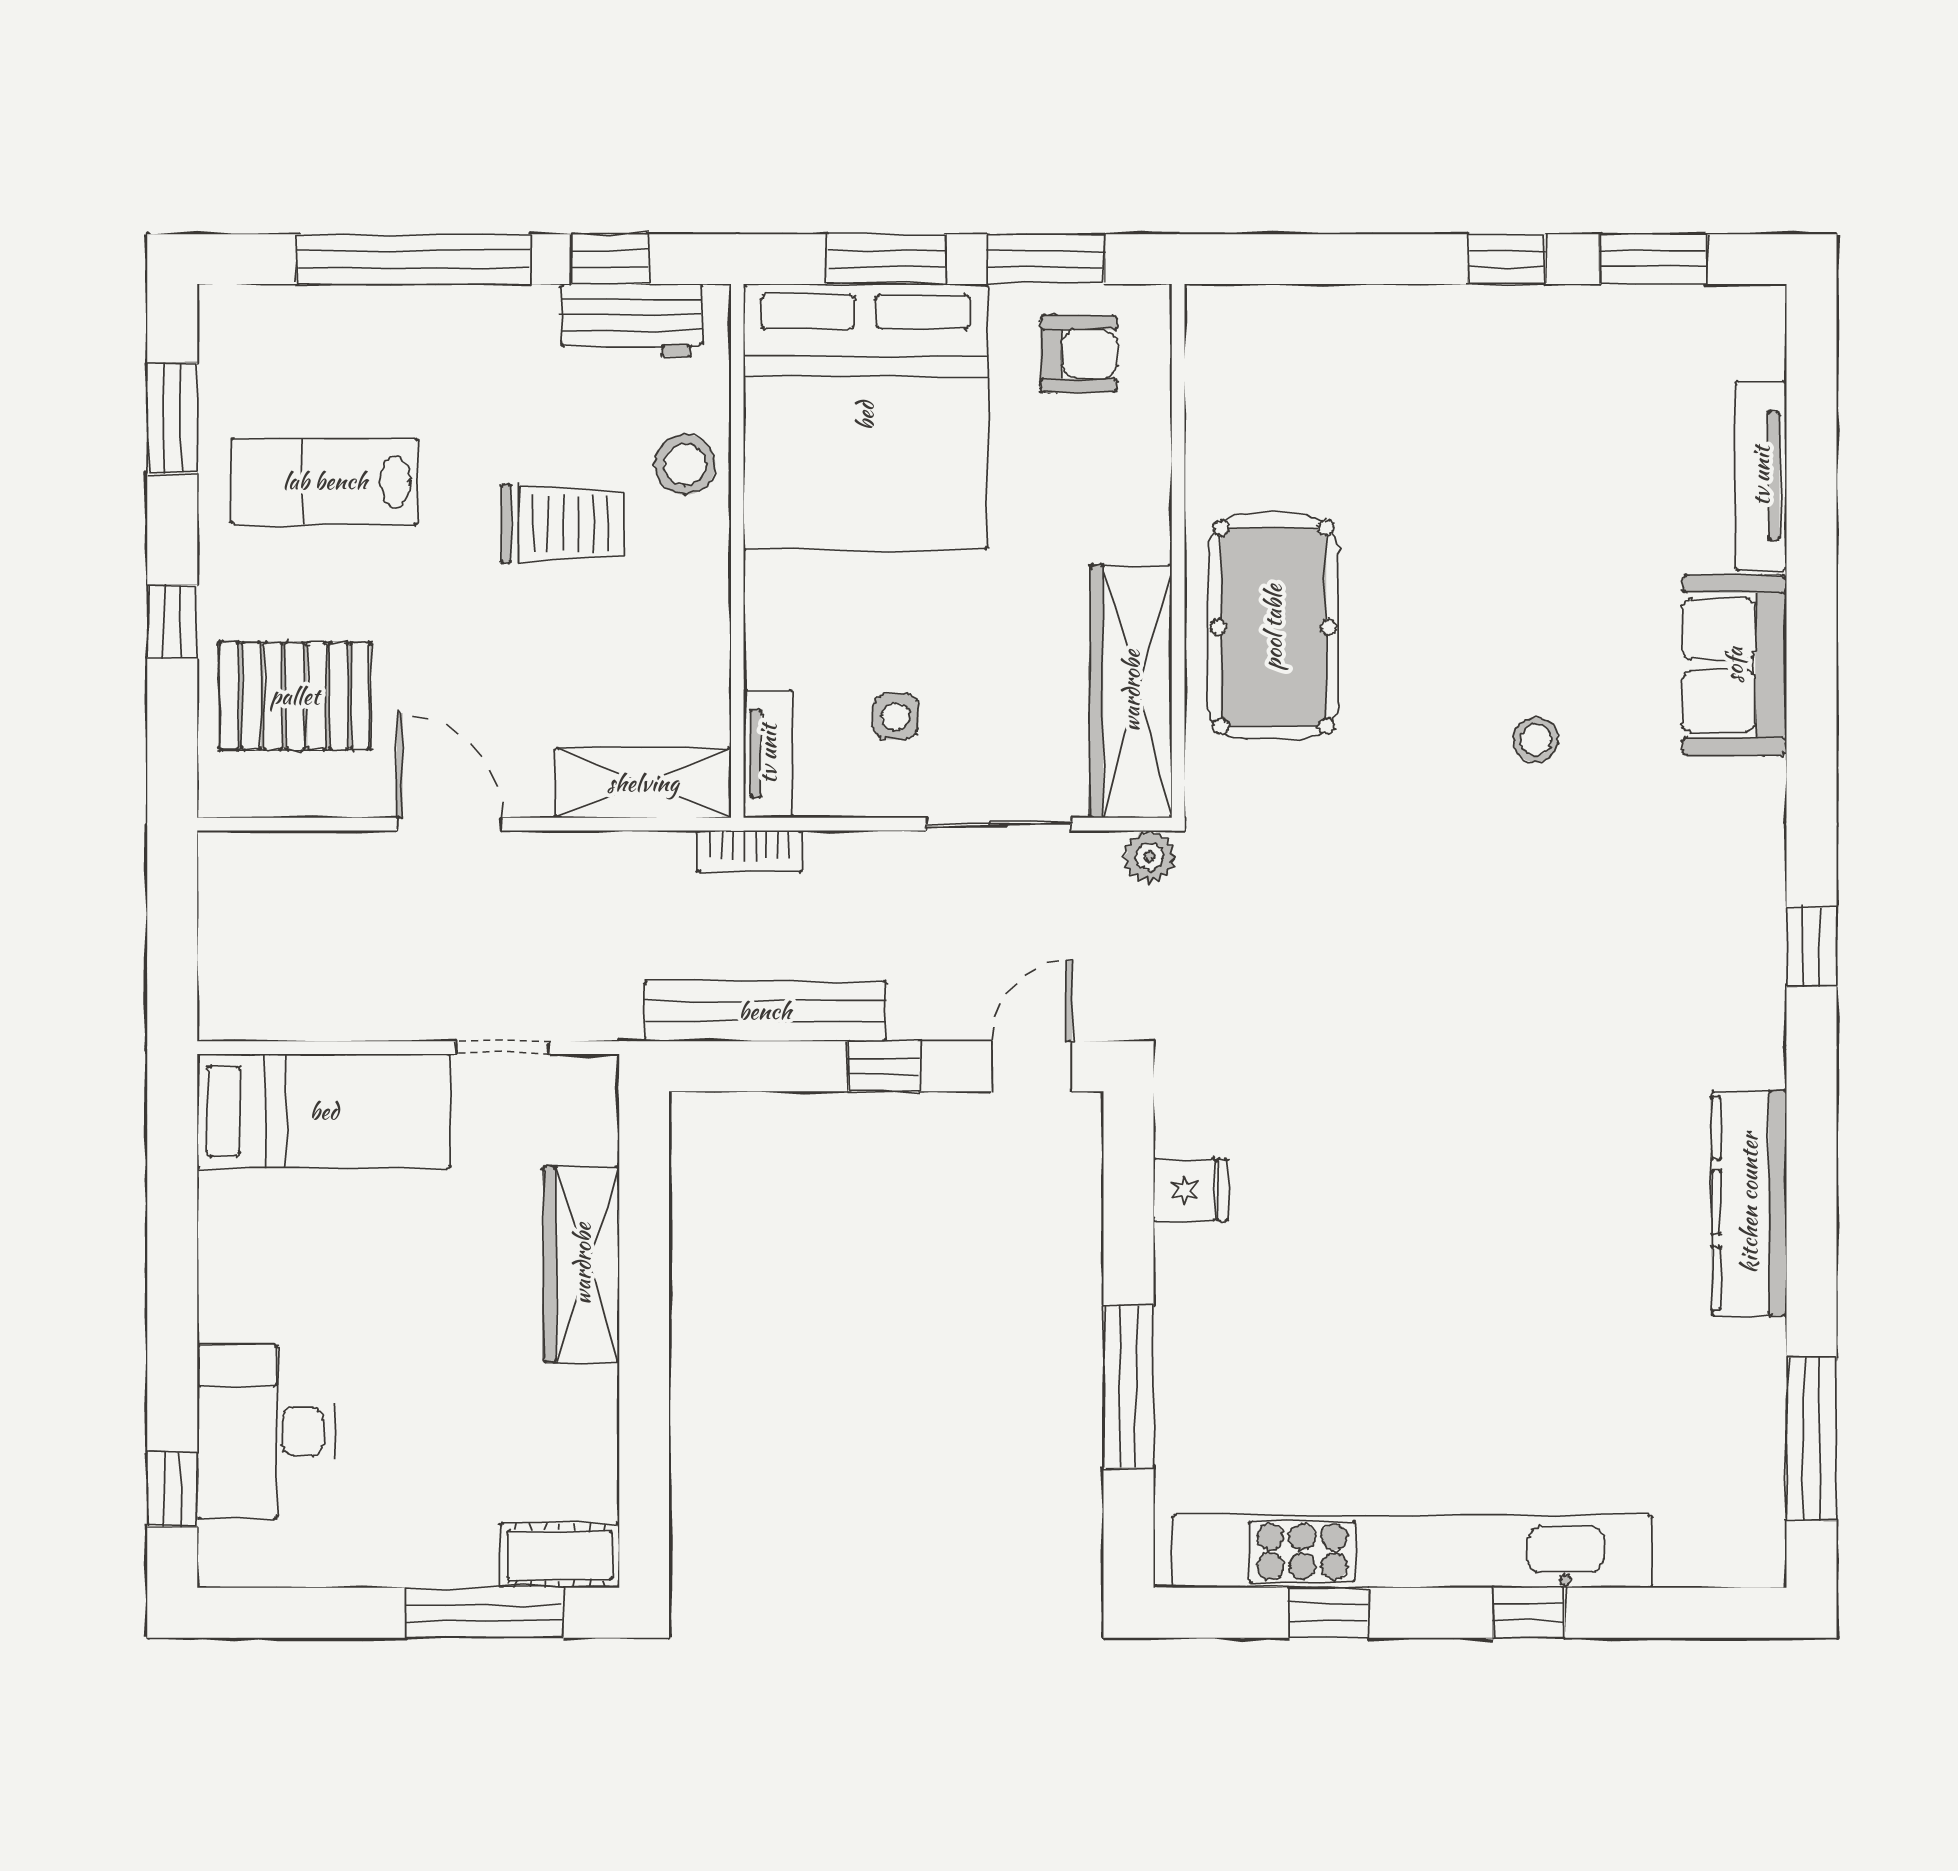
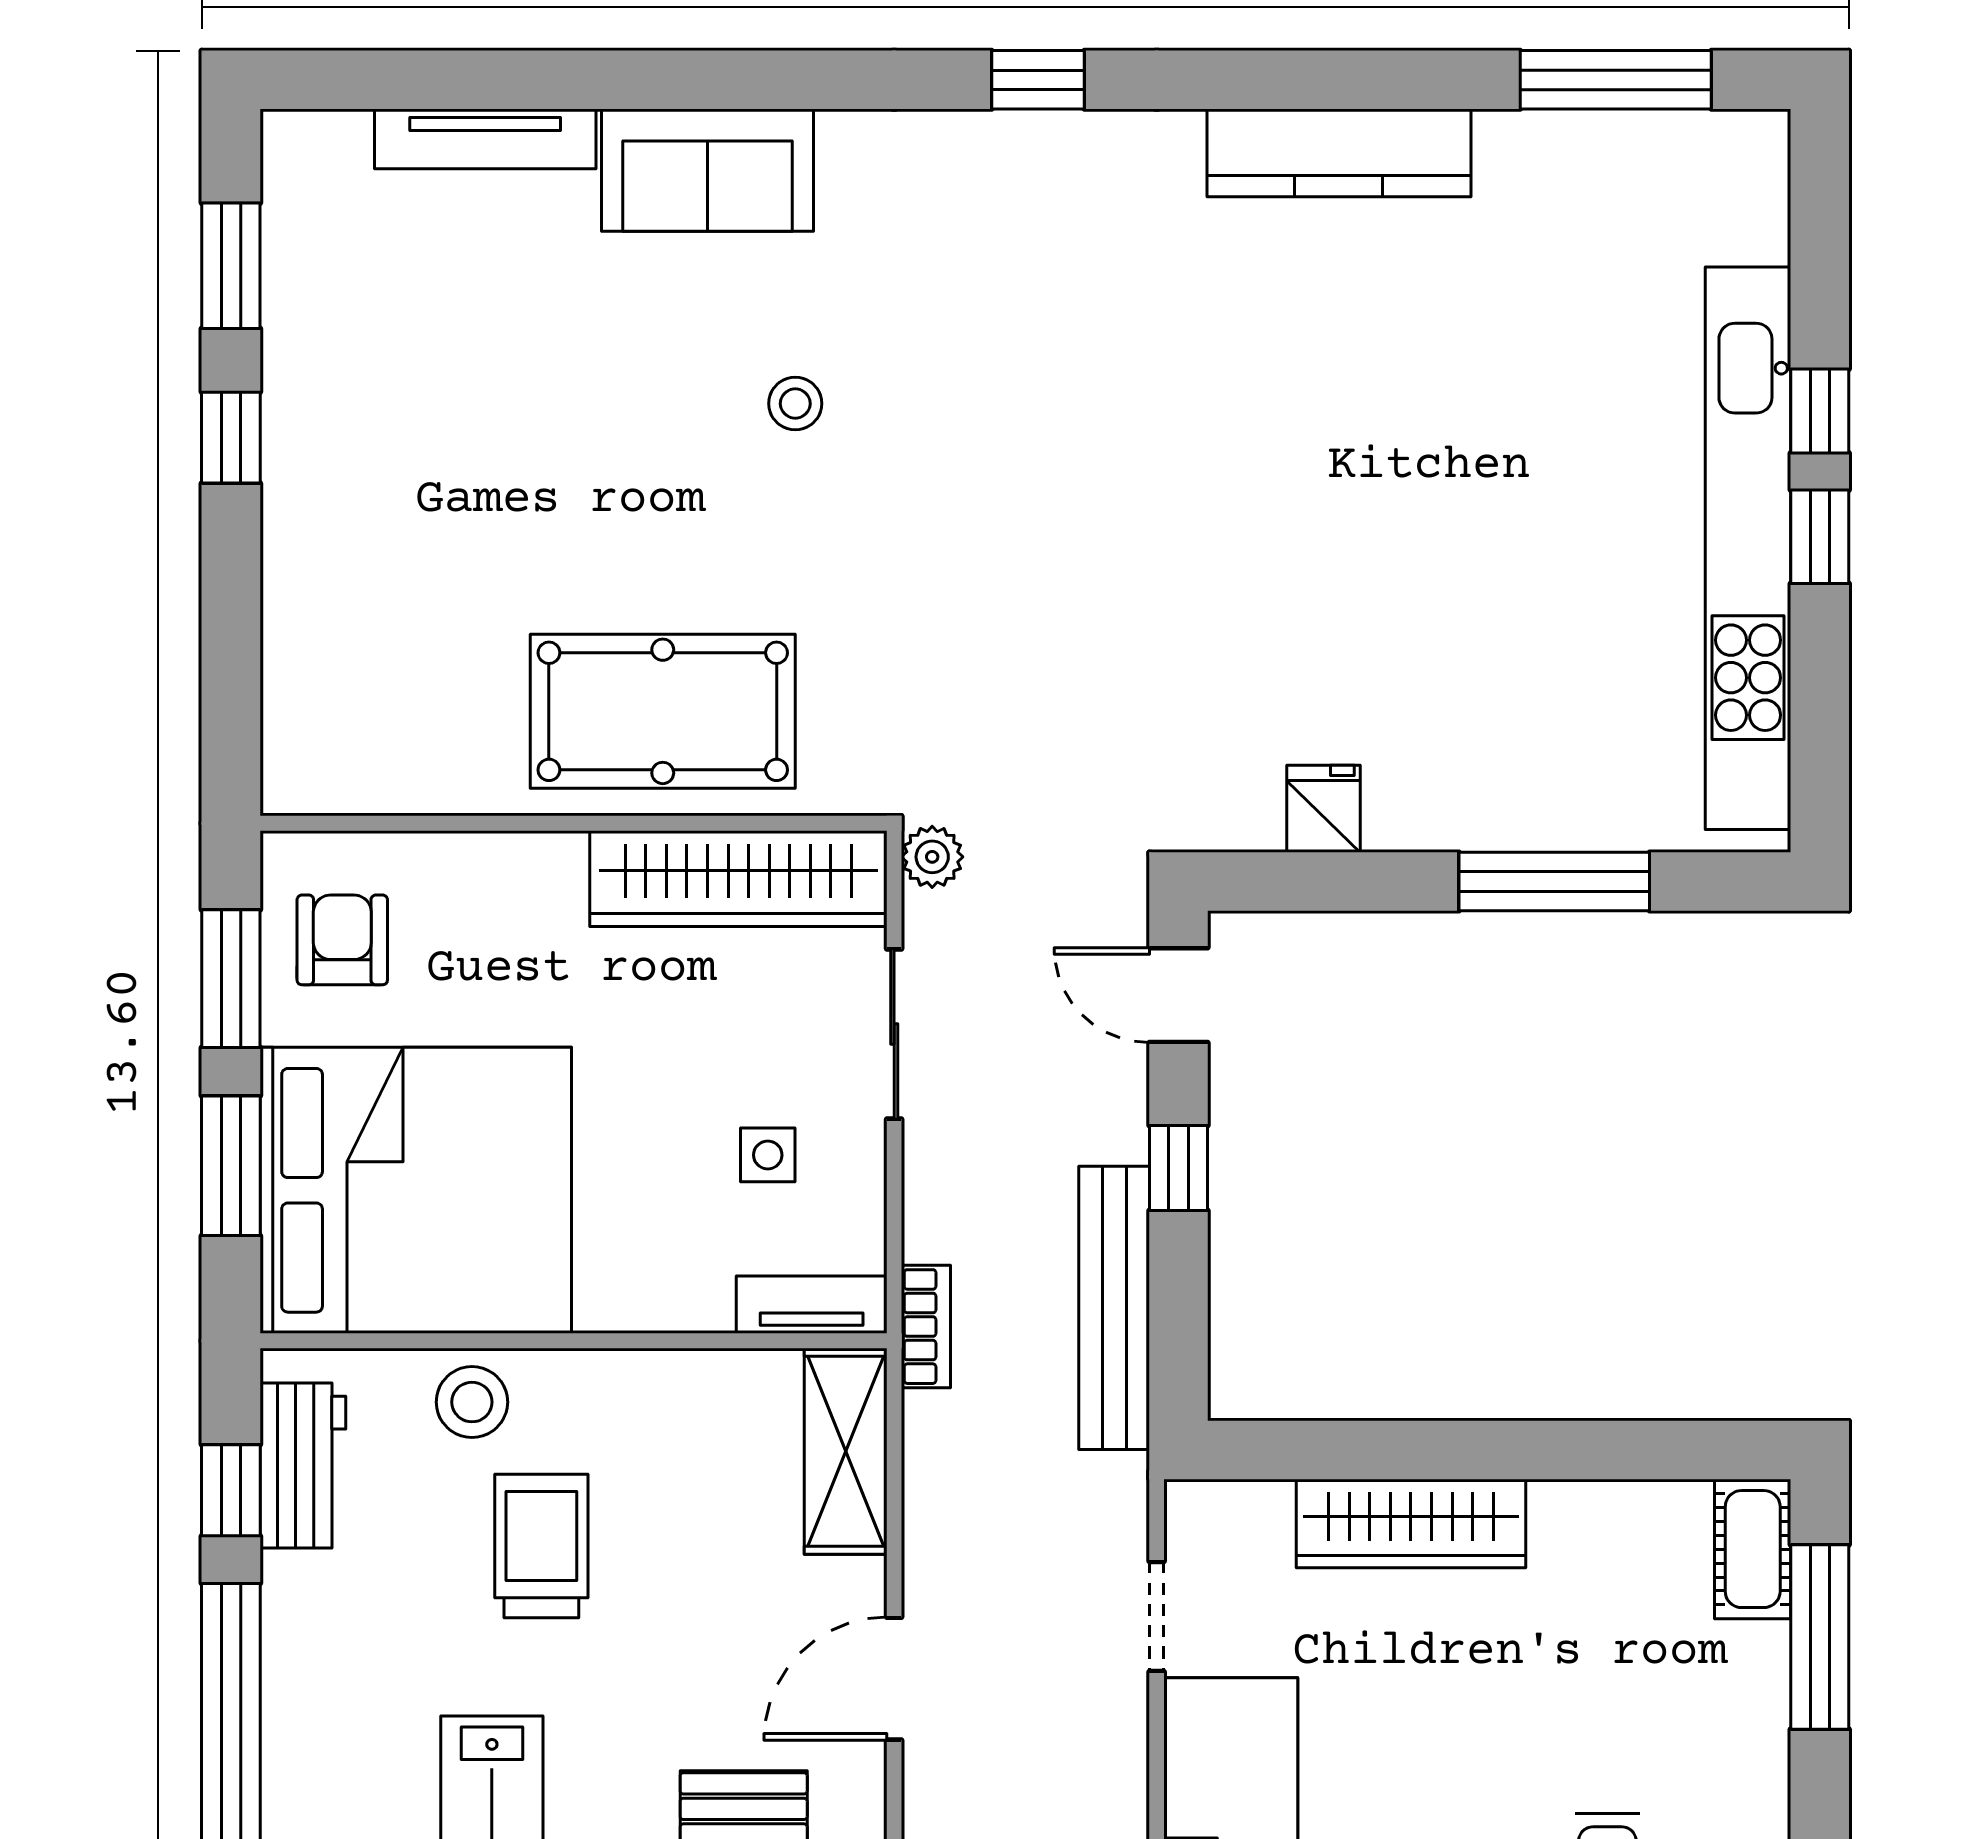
window: (1329, 1613) -> (1820, 537), moved

